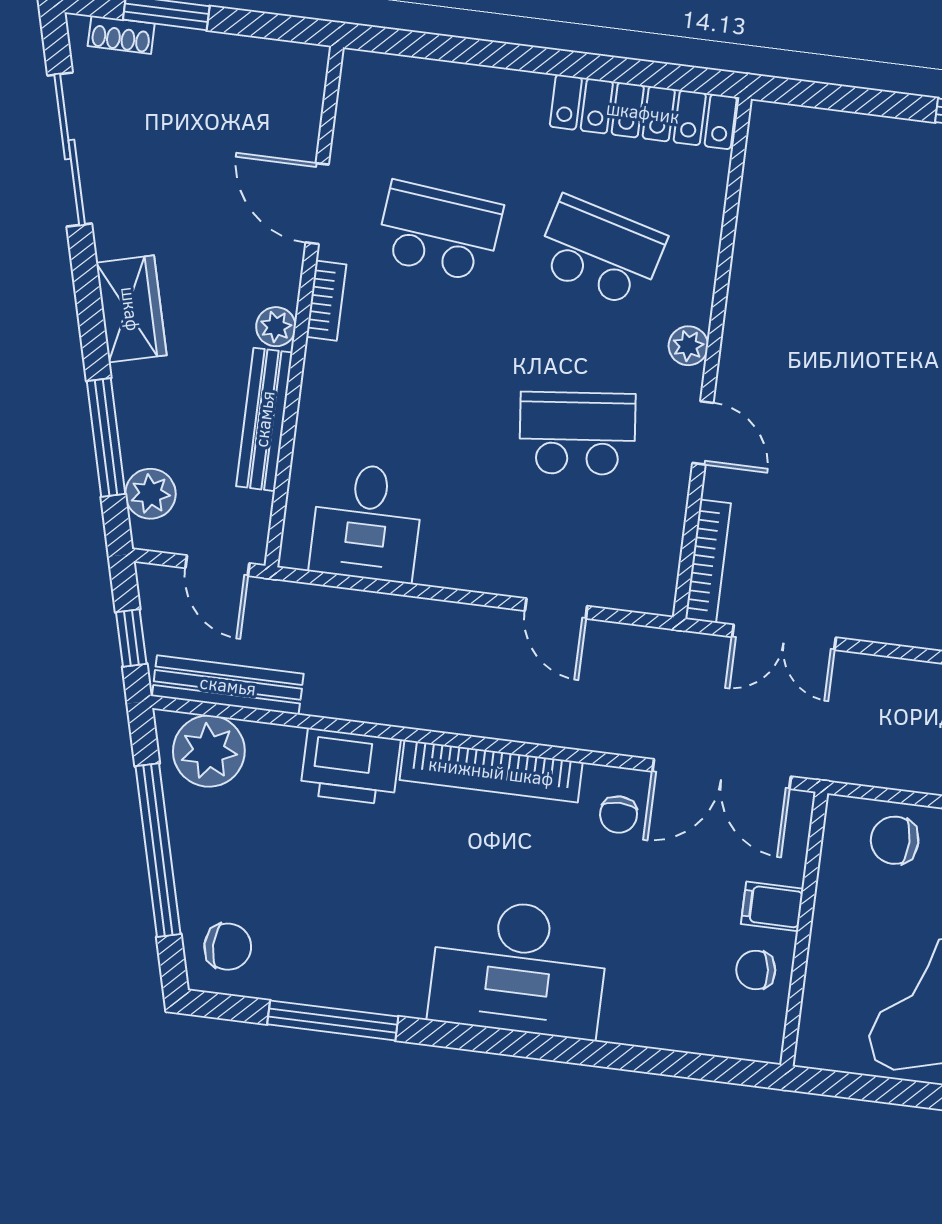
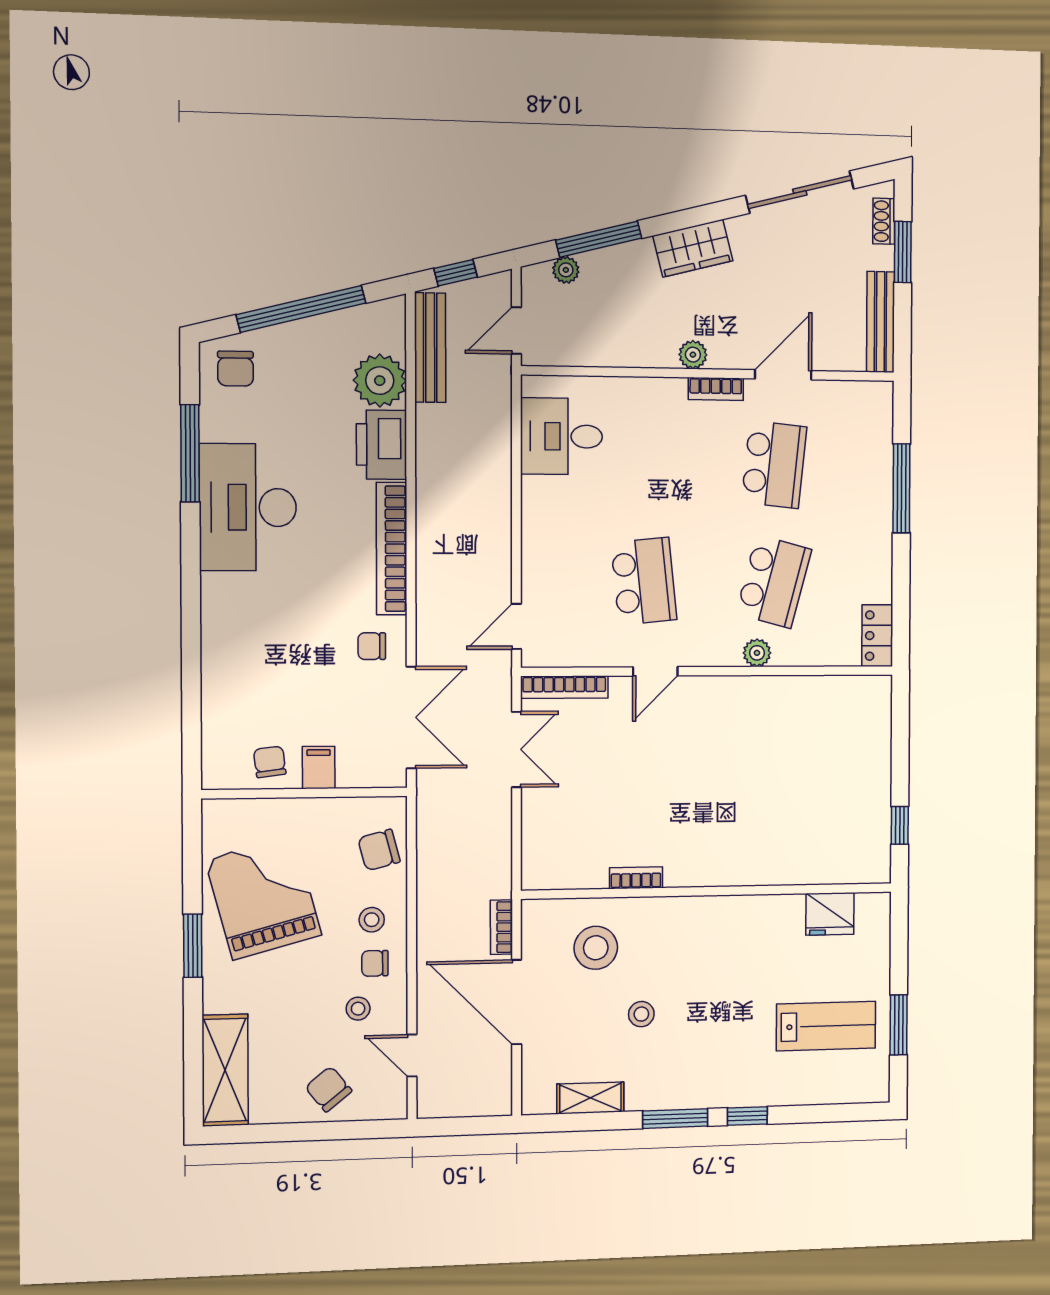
window: (493, 54) -> (901, 488), added
locker: (643, 112) -> (877, 636), width x0.46, depth x0.83
plant: (688, 346) -> (757, 653), moved
bench: (264, 419) -> (880, 322), moved, turned 90
plant: (150, 494) -> (566, 270), width x0.73, depth x0.73
door: (556, 608) -> (516, 626), moved
double door: (784, 637) -> (516, 749), swing flipped
plant: (209, 751) -> (380, 381), moved
double door: (722, 774) -> (411, 717), swing flipped
chair: (895, 840) -> (379, 850), turned -105
desk: (519, 968) -> (248, 507), moved

